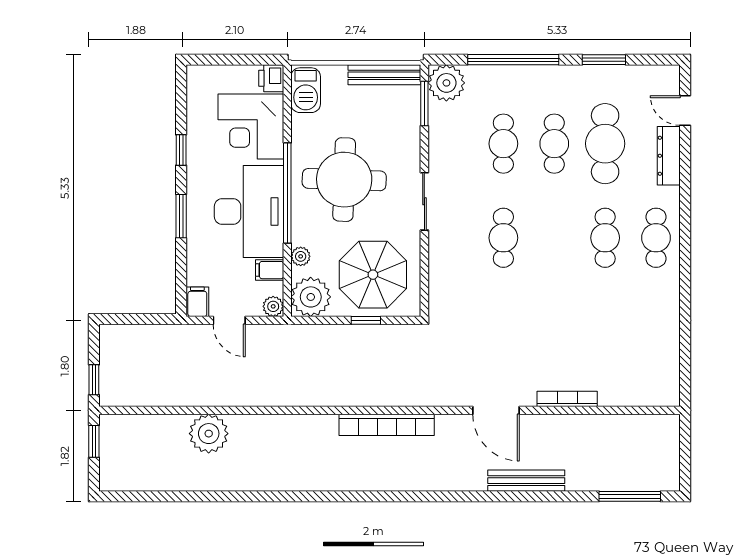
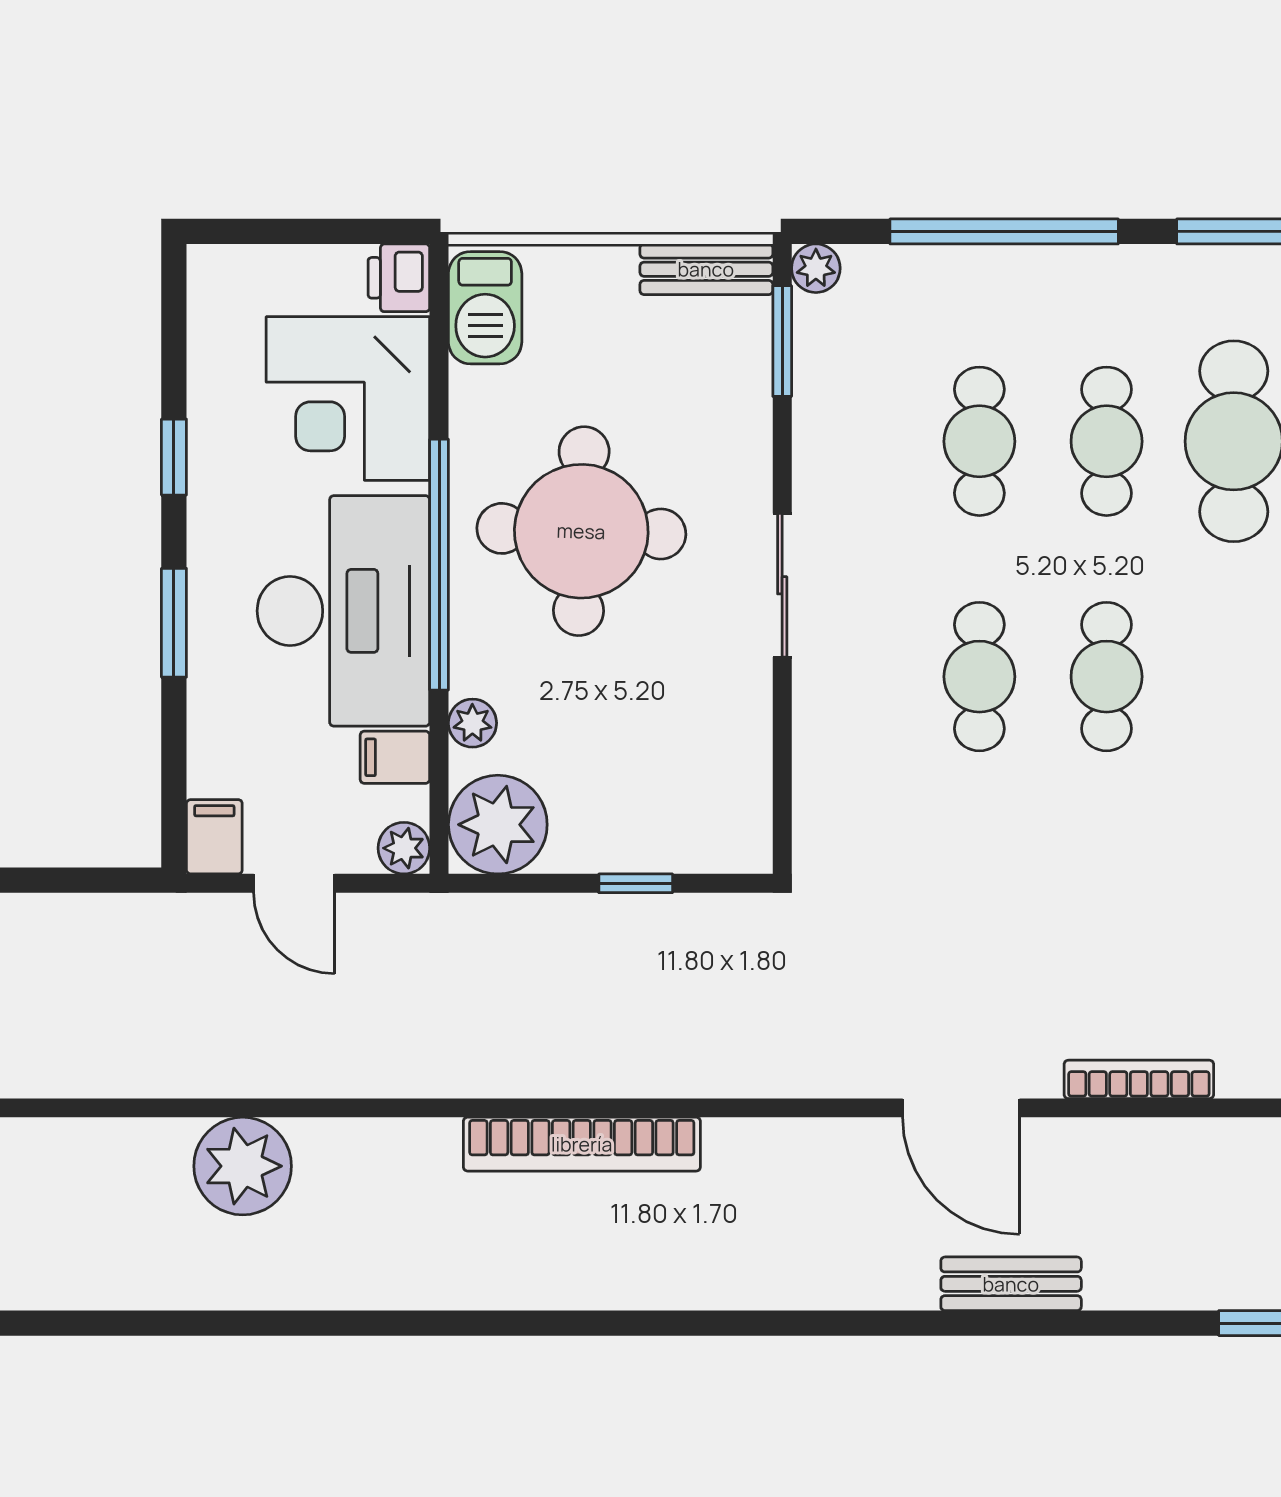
bench: (384, 75) -> (706, 269), width x0.73
plant: (446, 83) -> (816, 268), width x0.53, depth x0.53
cafe table: (605, 238) -> (1107, 677), moved
parasol: (373, 275) -> (653, 769), removed
bookcase: (387, 425) -> (582, 1144), moved
bench: (526, 481) -> (1011, 1284), width x0.73

